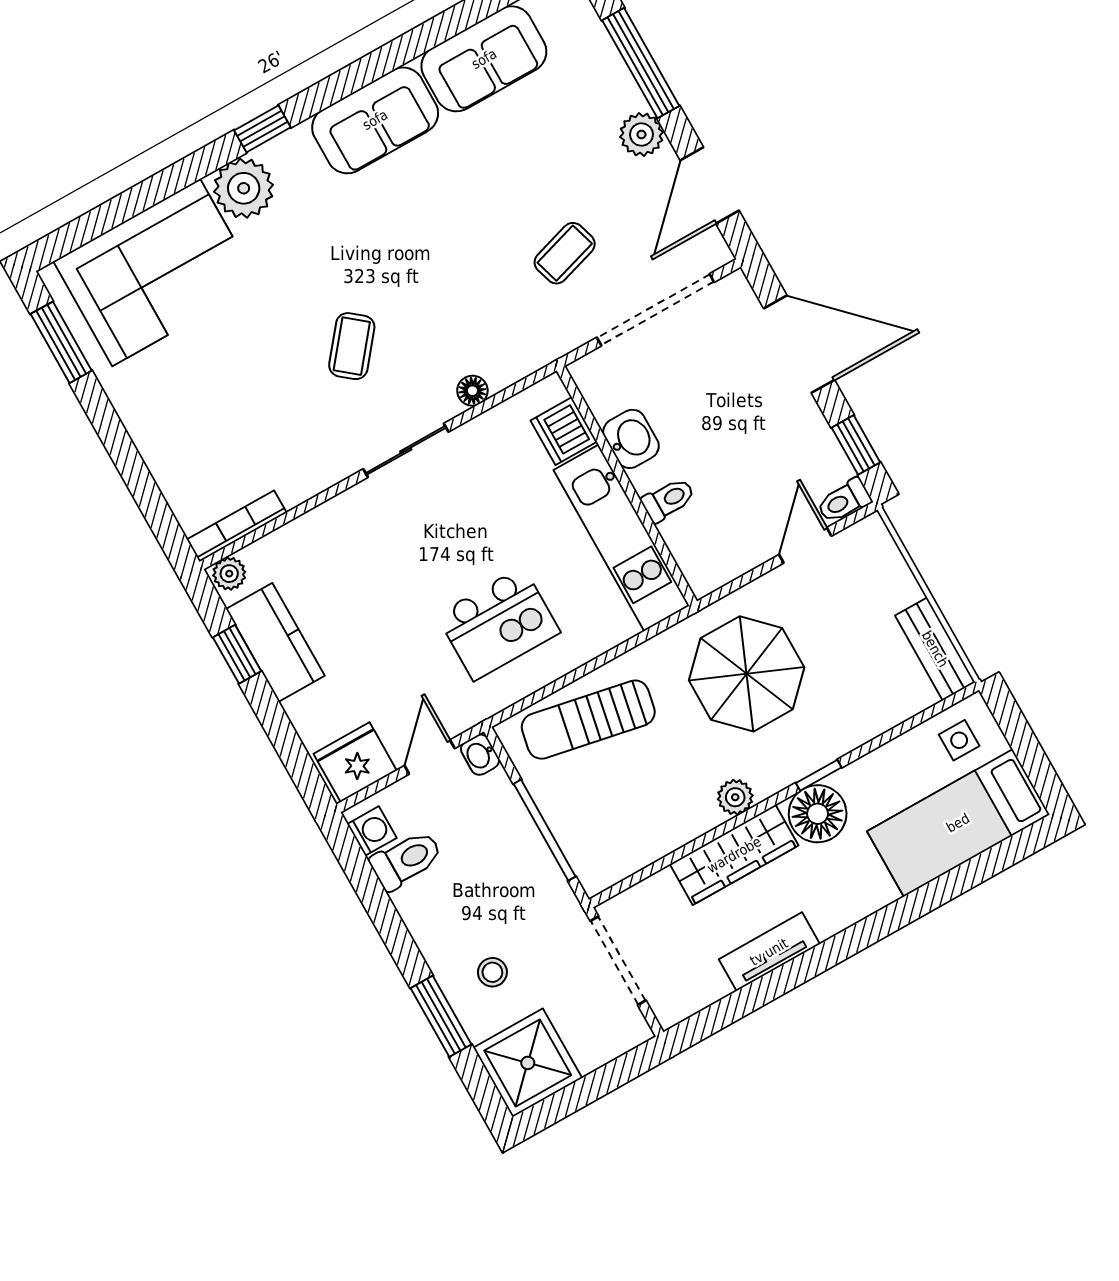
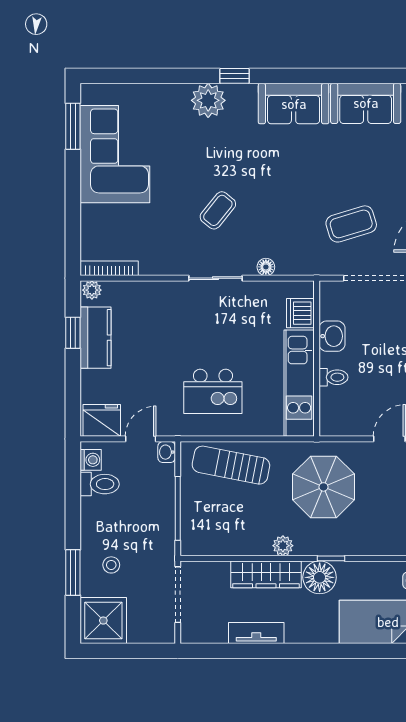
coffee table: (565, 253) -> (351, 224), width x1.36, depth x1.30
corner sofa: (156, 272) -> (115, 154), moved, turned -90

